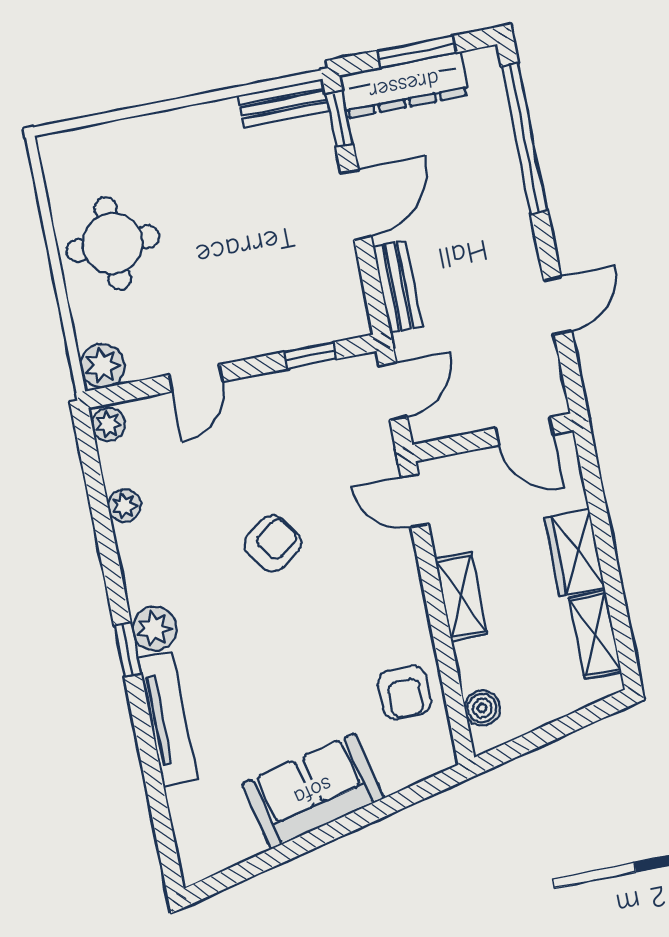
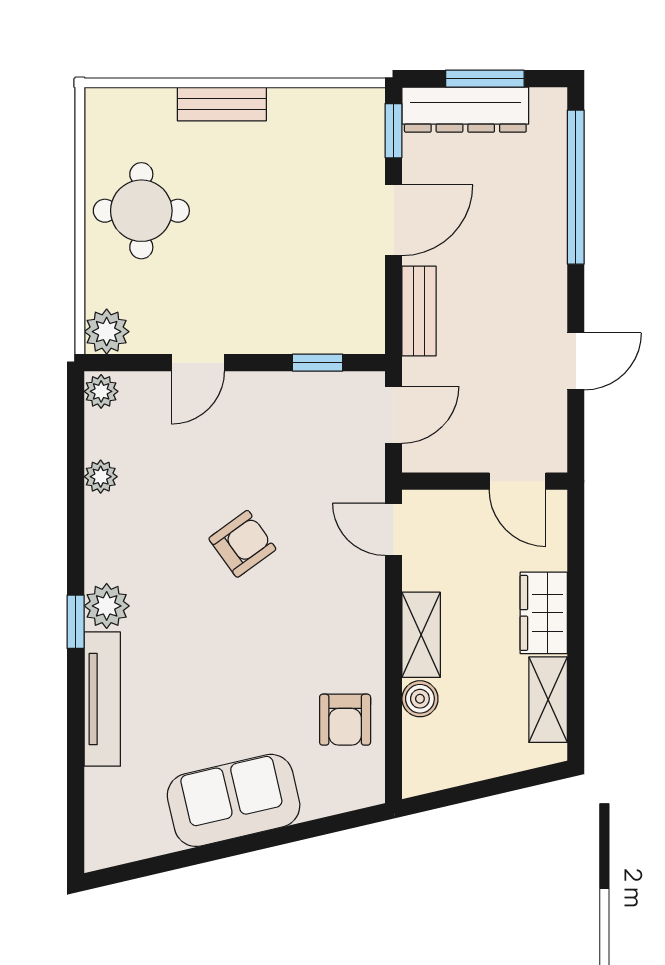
bench: (283, 103) -> (222, 104), moved
boiler: (482, 708) -> (420, 699), moved

